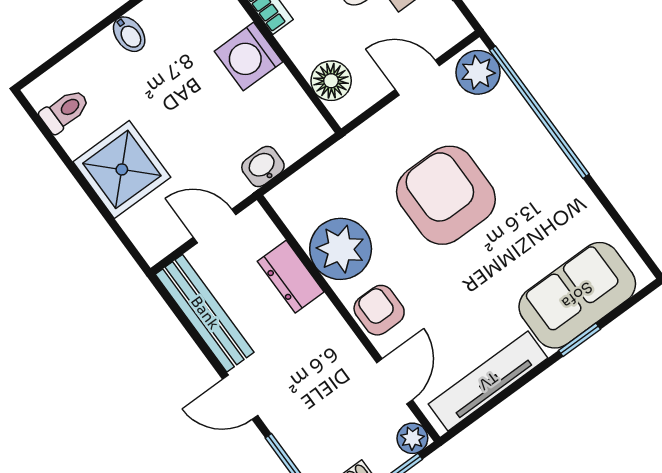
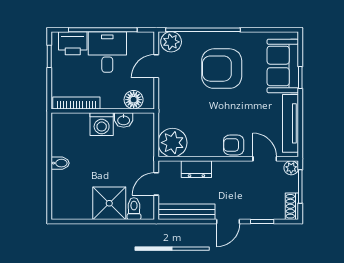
toilet: (65, 111) -> (134, 209), moved
washbasin: (263, 166) -> (124, 120), moved, turned -90
armchair: (446, 195) -> (222, 69), moved
plant: (341, 249) -> (173, 143), moved

